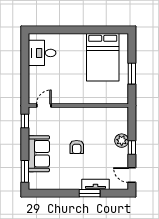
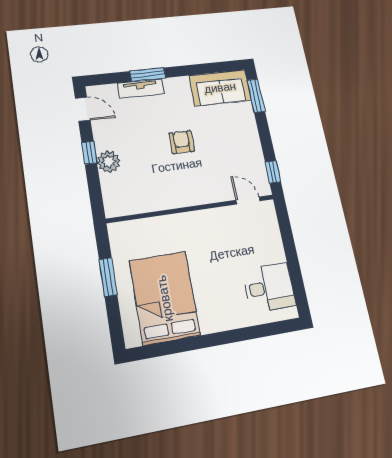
door: (44, 106) -> (248, 201), swing flipped
sofa: (39, 154) -> (220, 88), moved, turned -90

